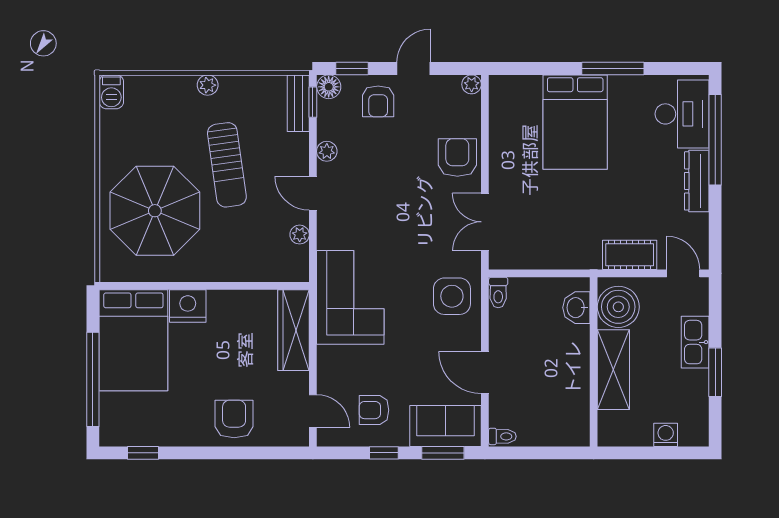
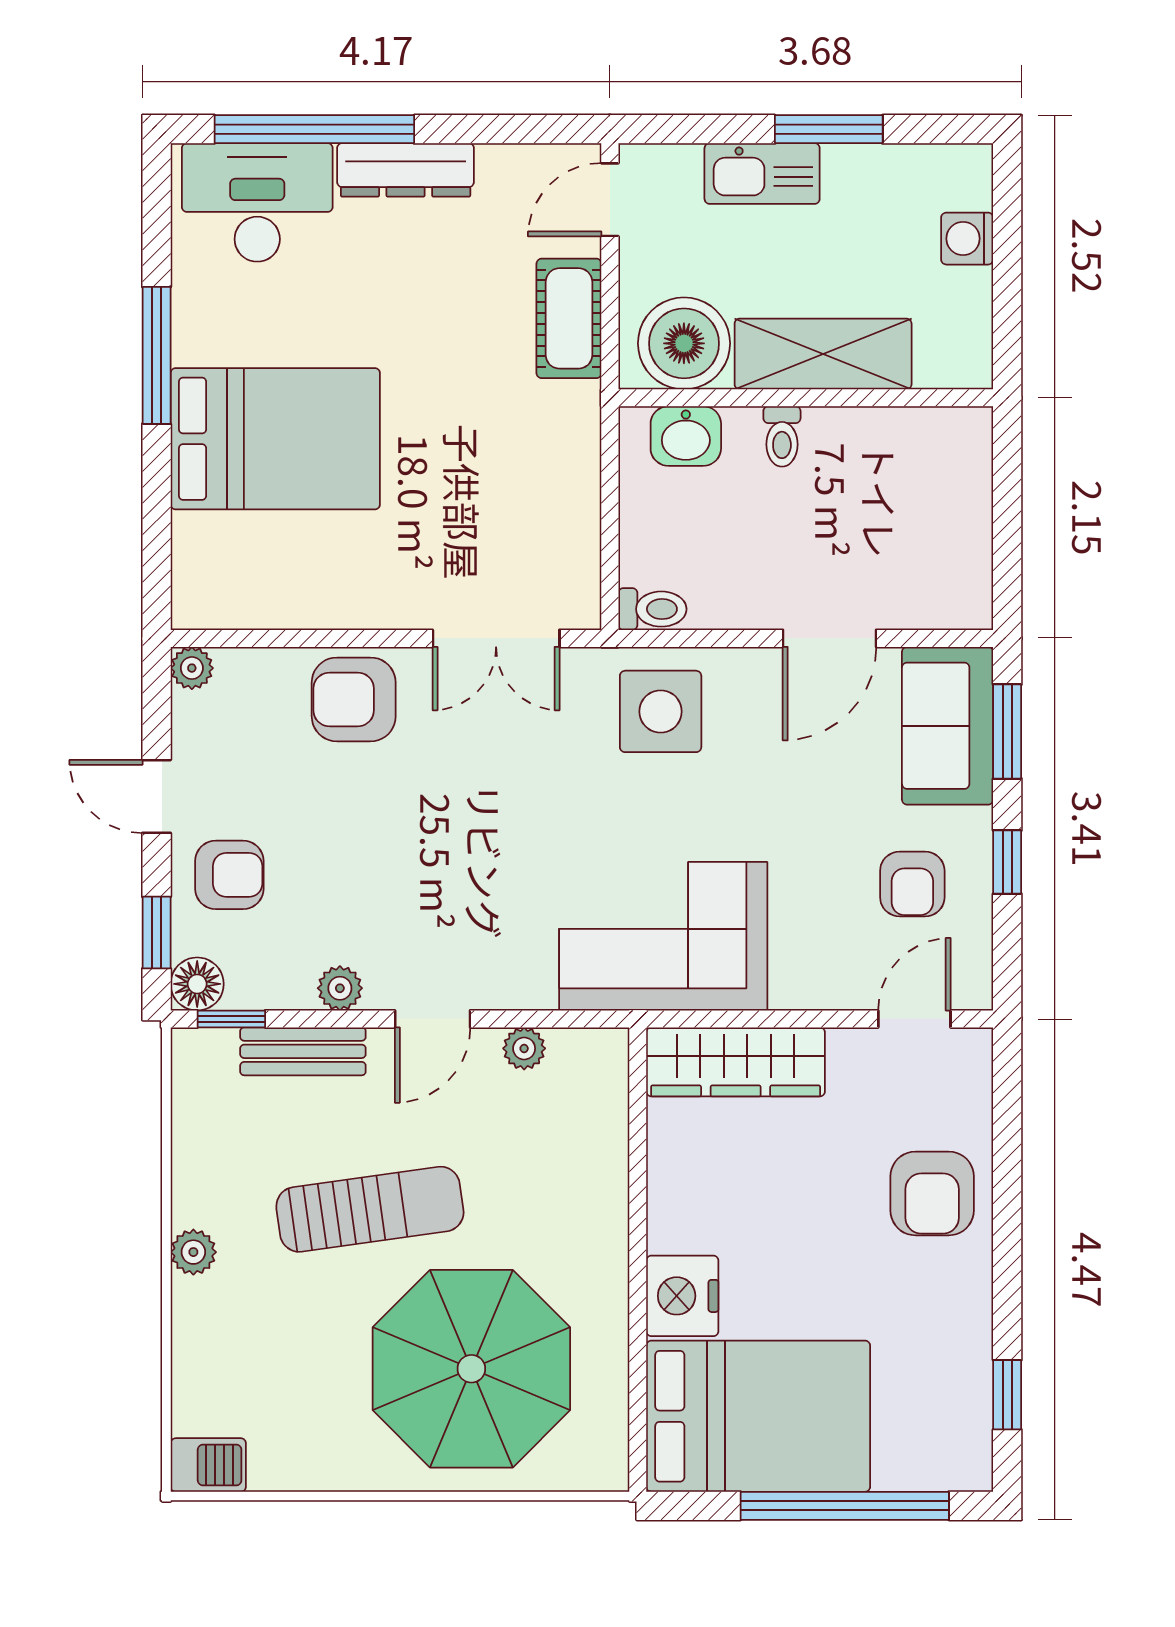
bench: (298, 103) -> (303, 1051), moved
armchair: (234, 419) -> (932, 1193), turned -90
toilet: (502, 436) -> (782, 436), moved, turned 180

